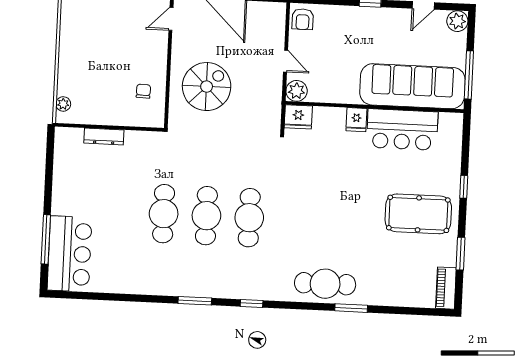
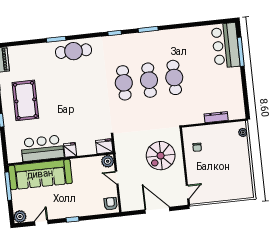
pool table: (418, 214) -> (25, 100), turned 90

